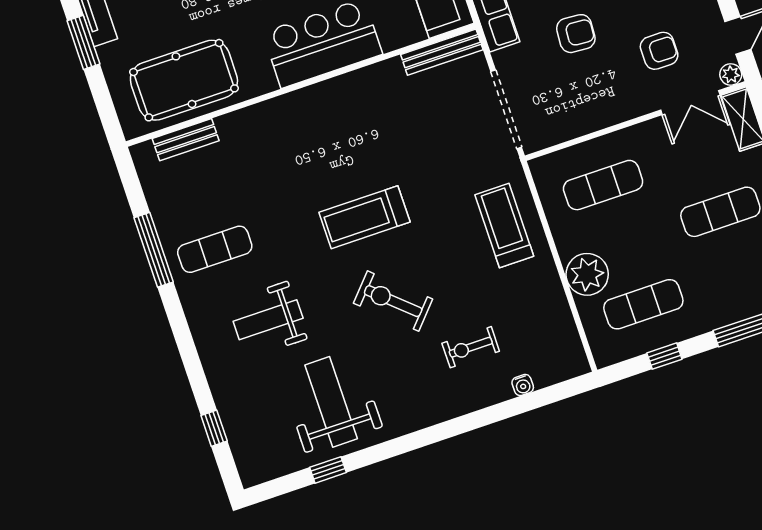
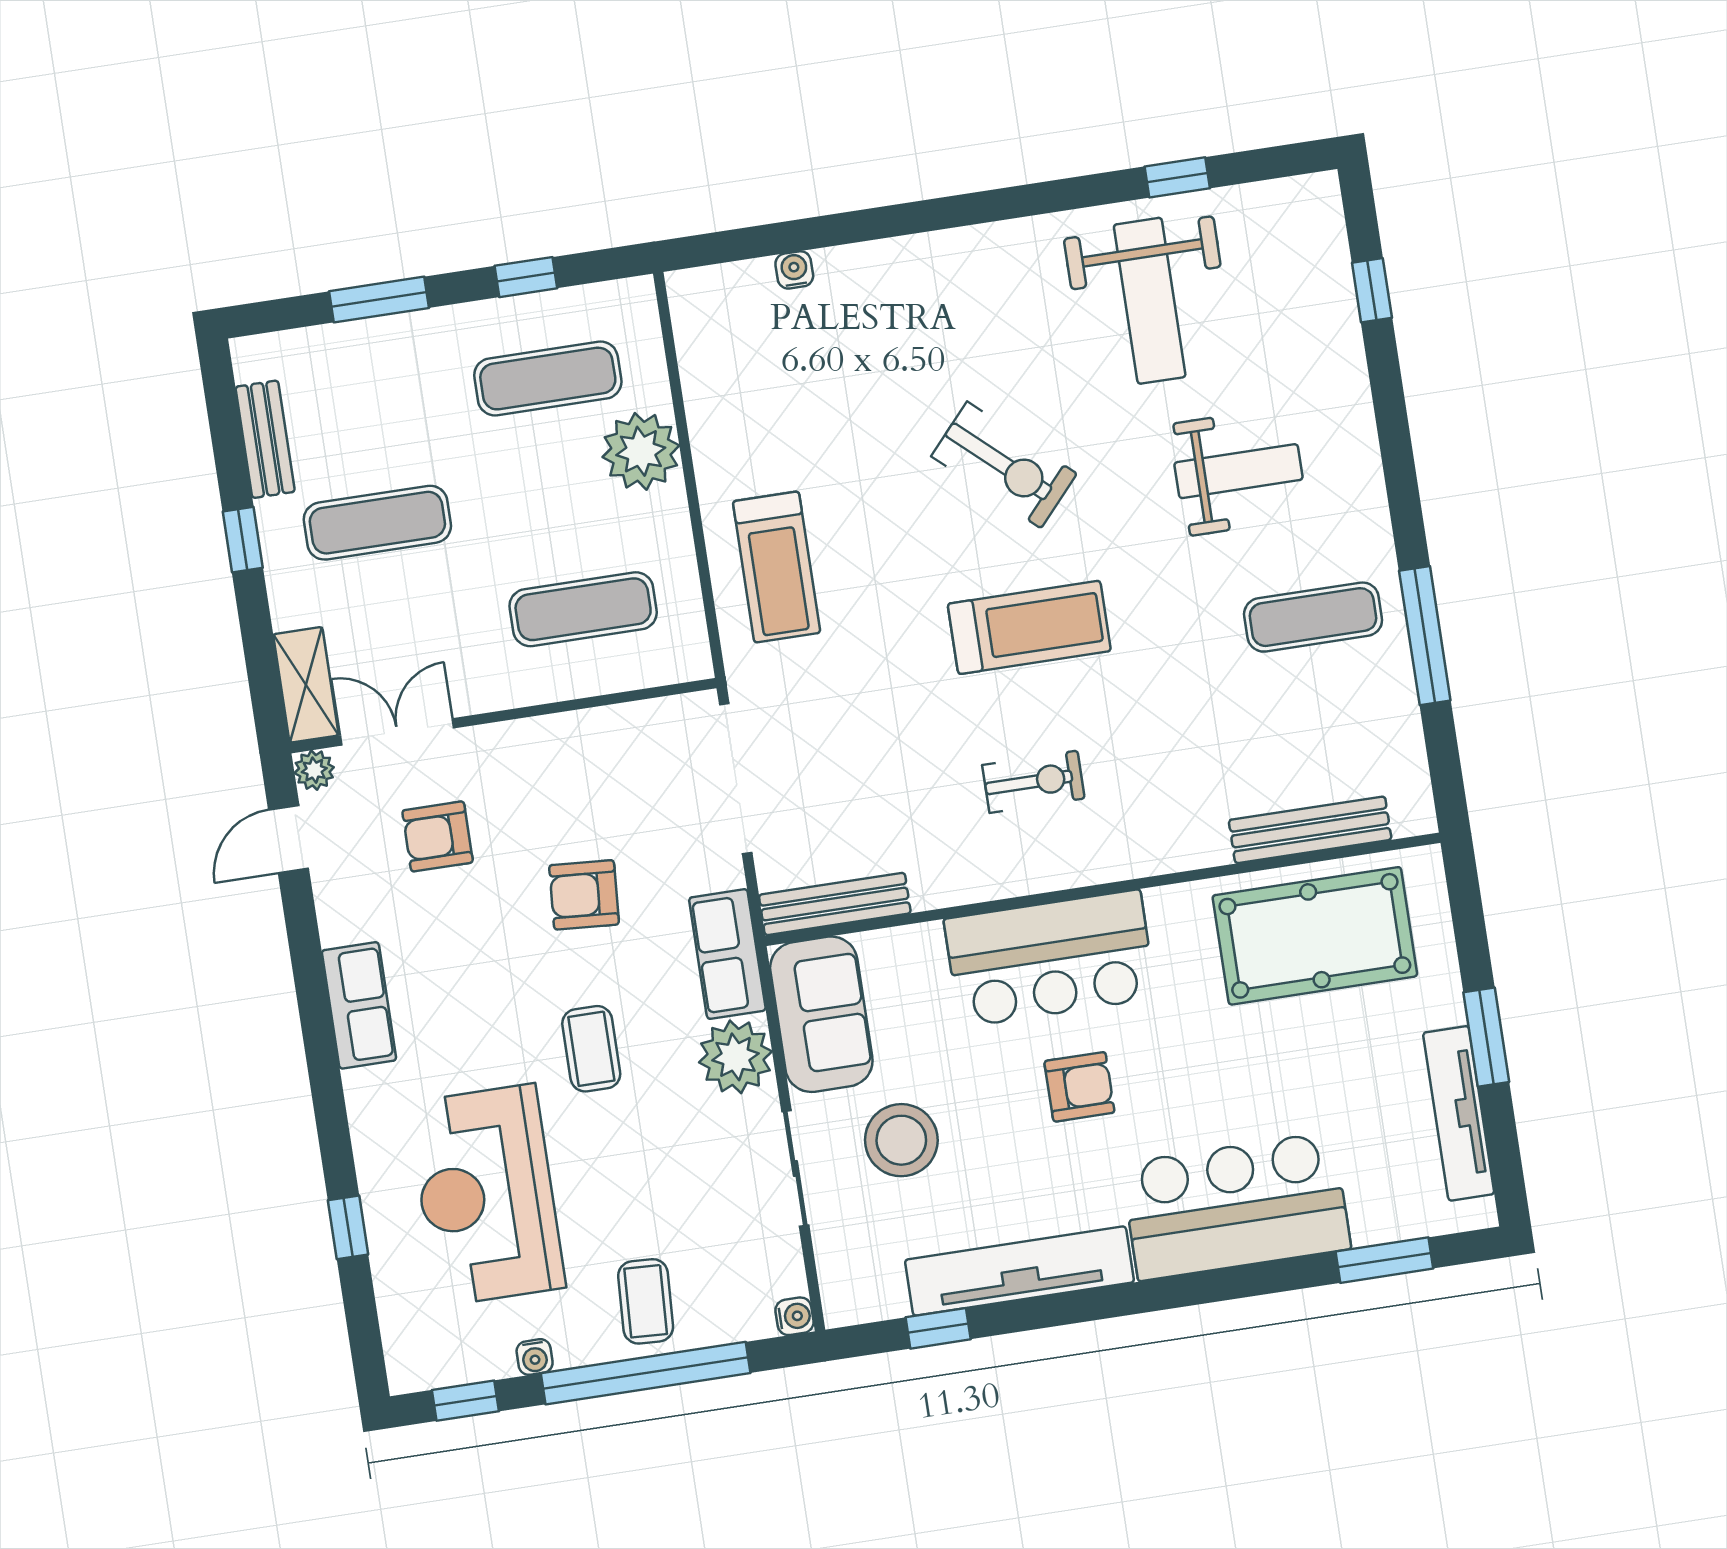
bench: (186, 140) -> (1310, 830), width x1.36
exercise bike: (471, 347) -> (1033, 782), moved

